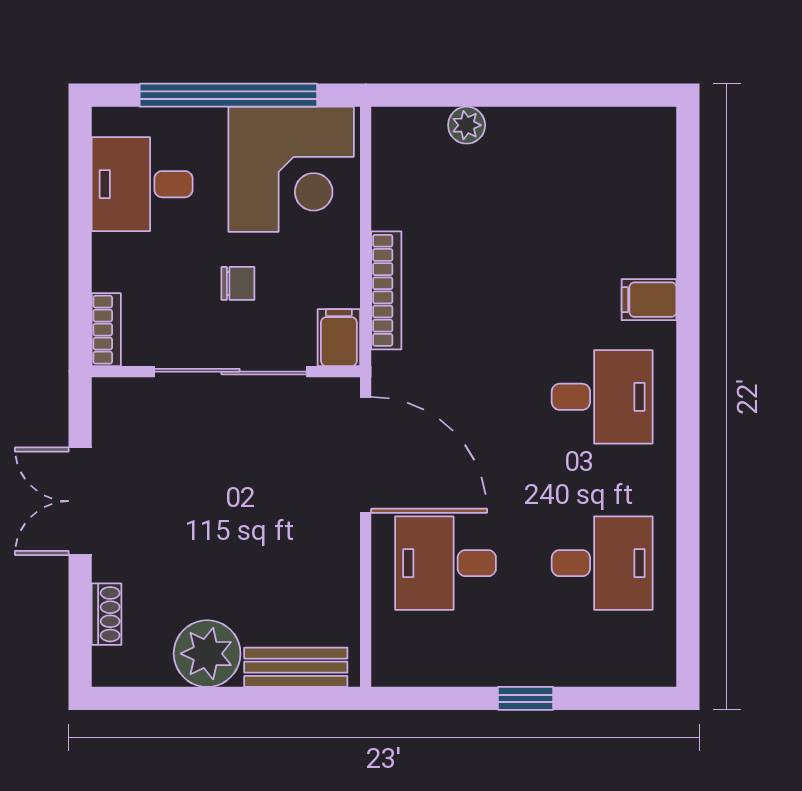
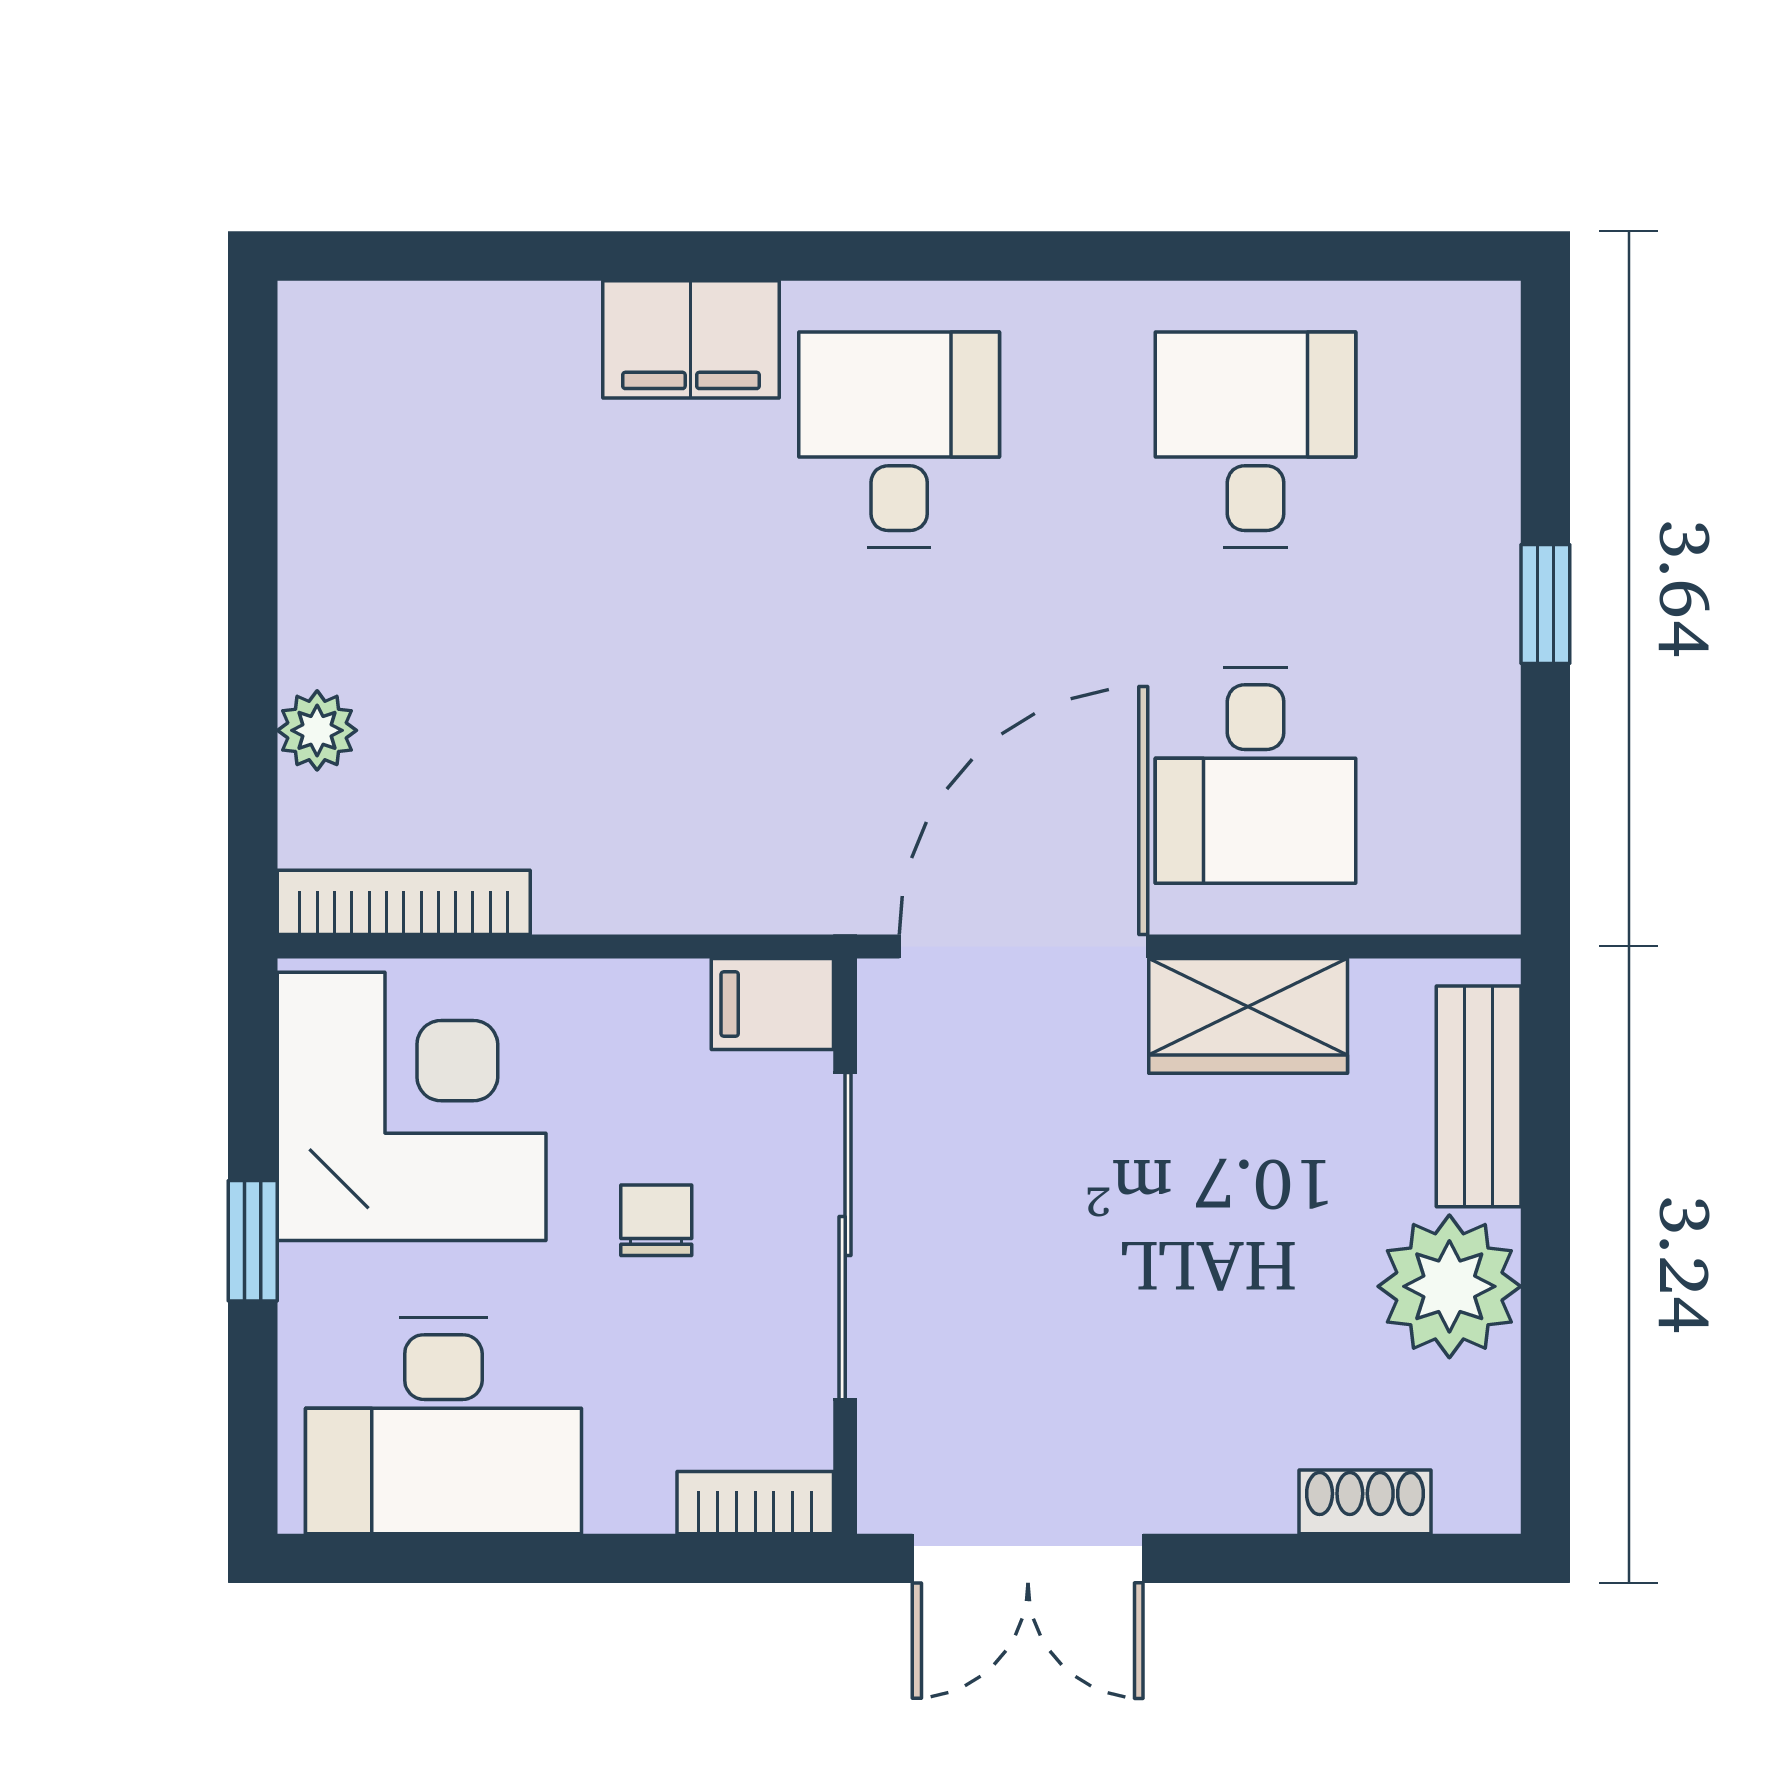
window: (228, 95) -> (253, 1241), width x0.32
desk: (142, 184) -> (443, 1426), width x1.37
bookcase: (386, 290) -> (404, 902), moved
filing cabinet: (649, 300) -> (691, 339), width x2.00
double door: (80, 501) -> (1028, 1558), moved
wardrobe: (333, 560) -> (1248, 1016), added

